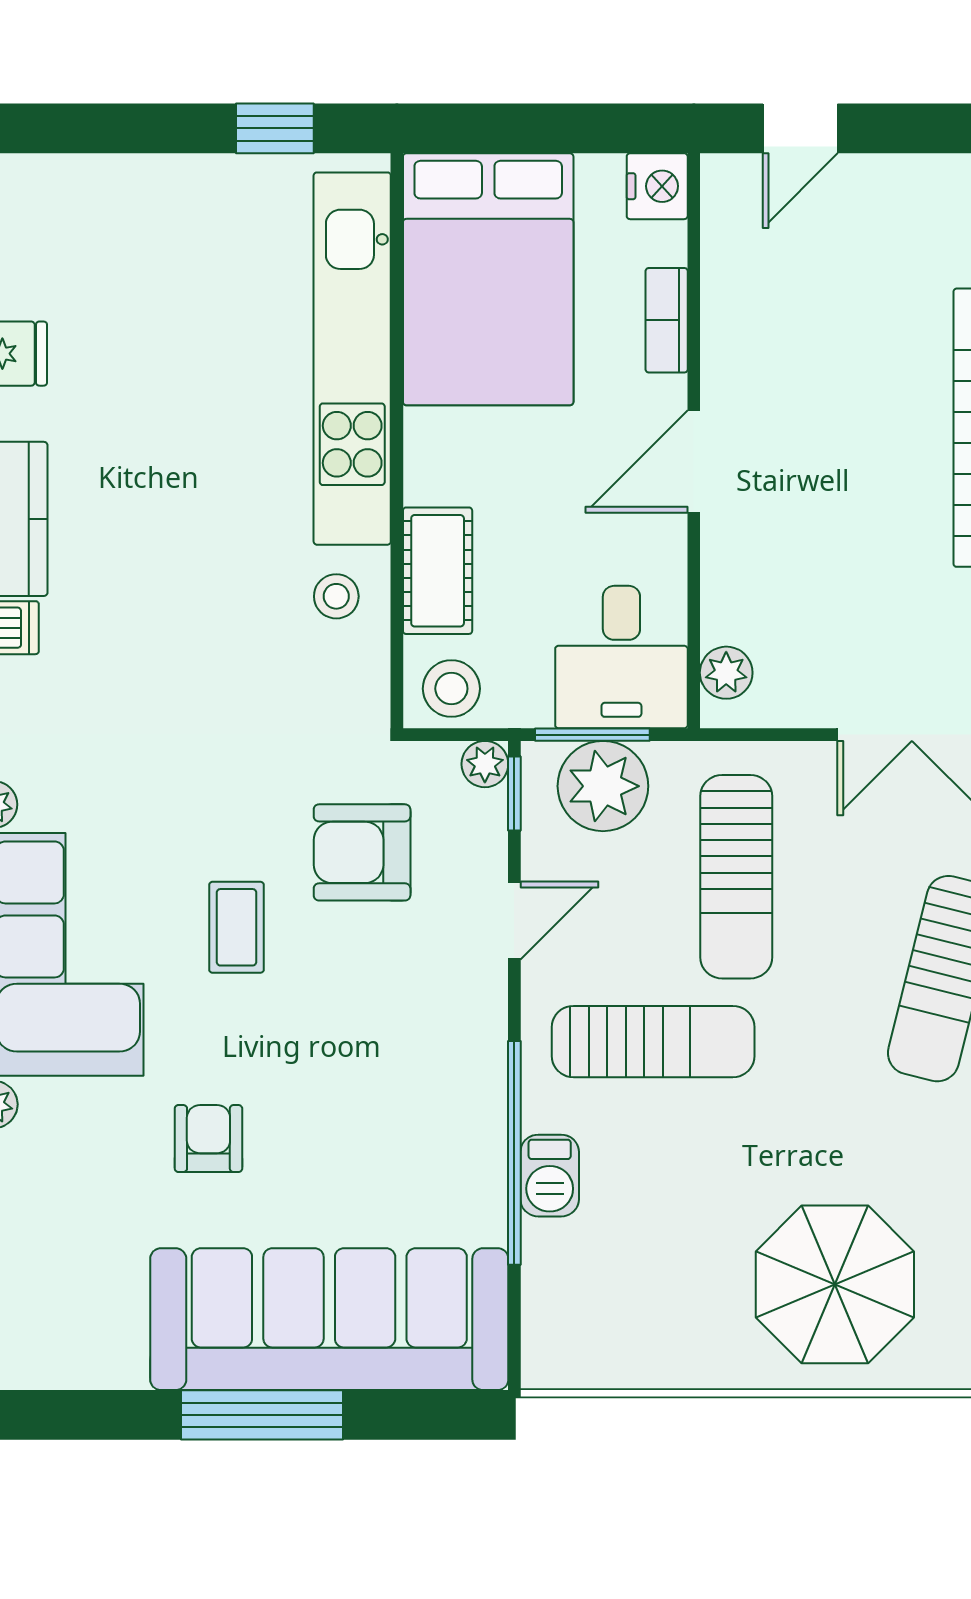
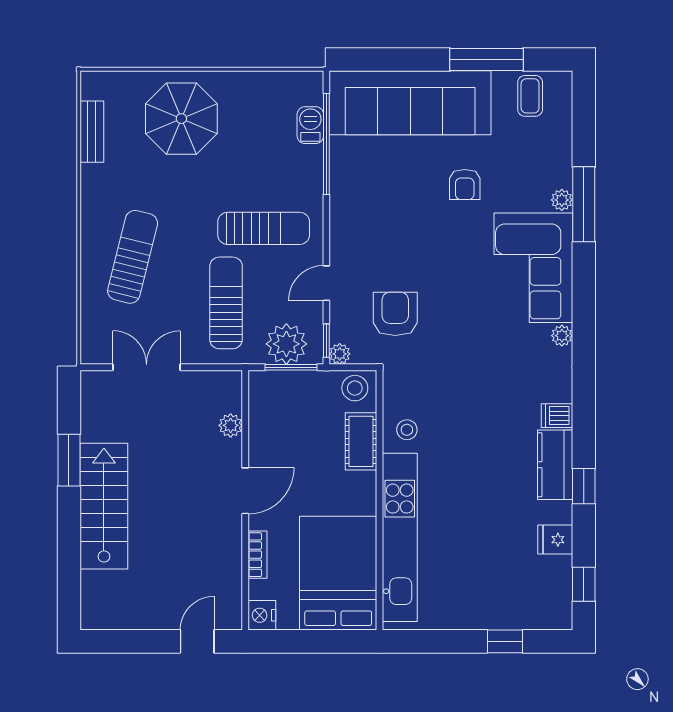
window: (275, 128) -> (505, 641), moved
desk: (621, 657) -> (278, 402), removed
plant: (726, 673) -> (231, 425), moved
armchair: (362, 852) -> (395, 314), turned -90
coffee table: (236, 927) -> (530, 96), moved
sun lounger: (653, 1042) -> (264, 228), turned 180
window: (514, 1153) -> (326, 144), moved
barbecue: (550, 1176) -> (310, 125), moved
window: (262, 1415) -> (486, 60), moved

